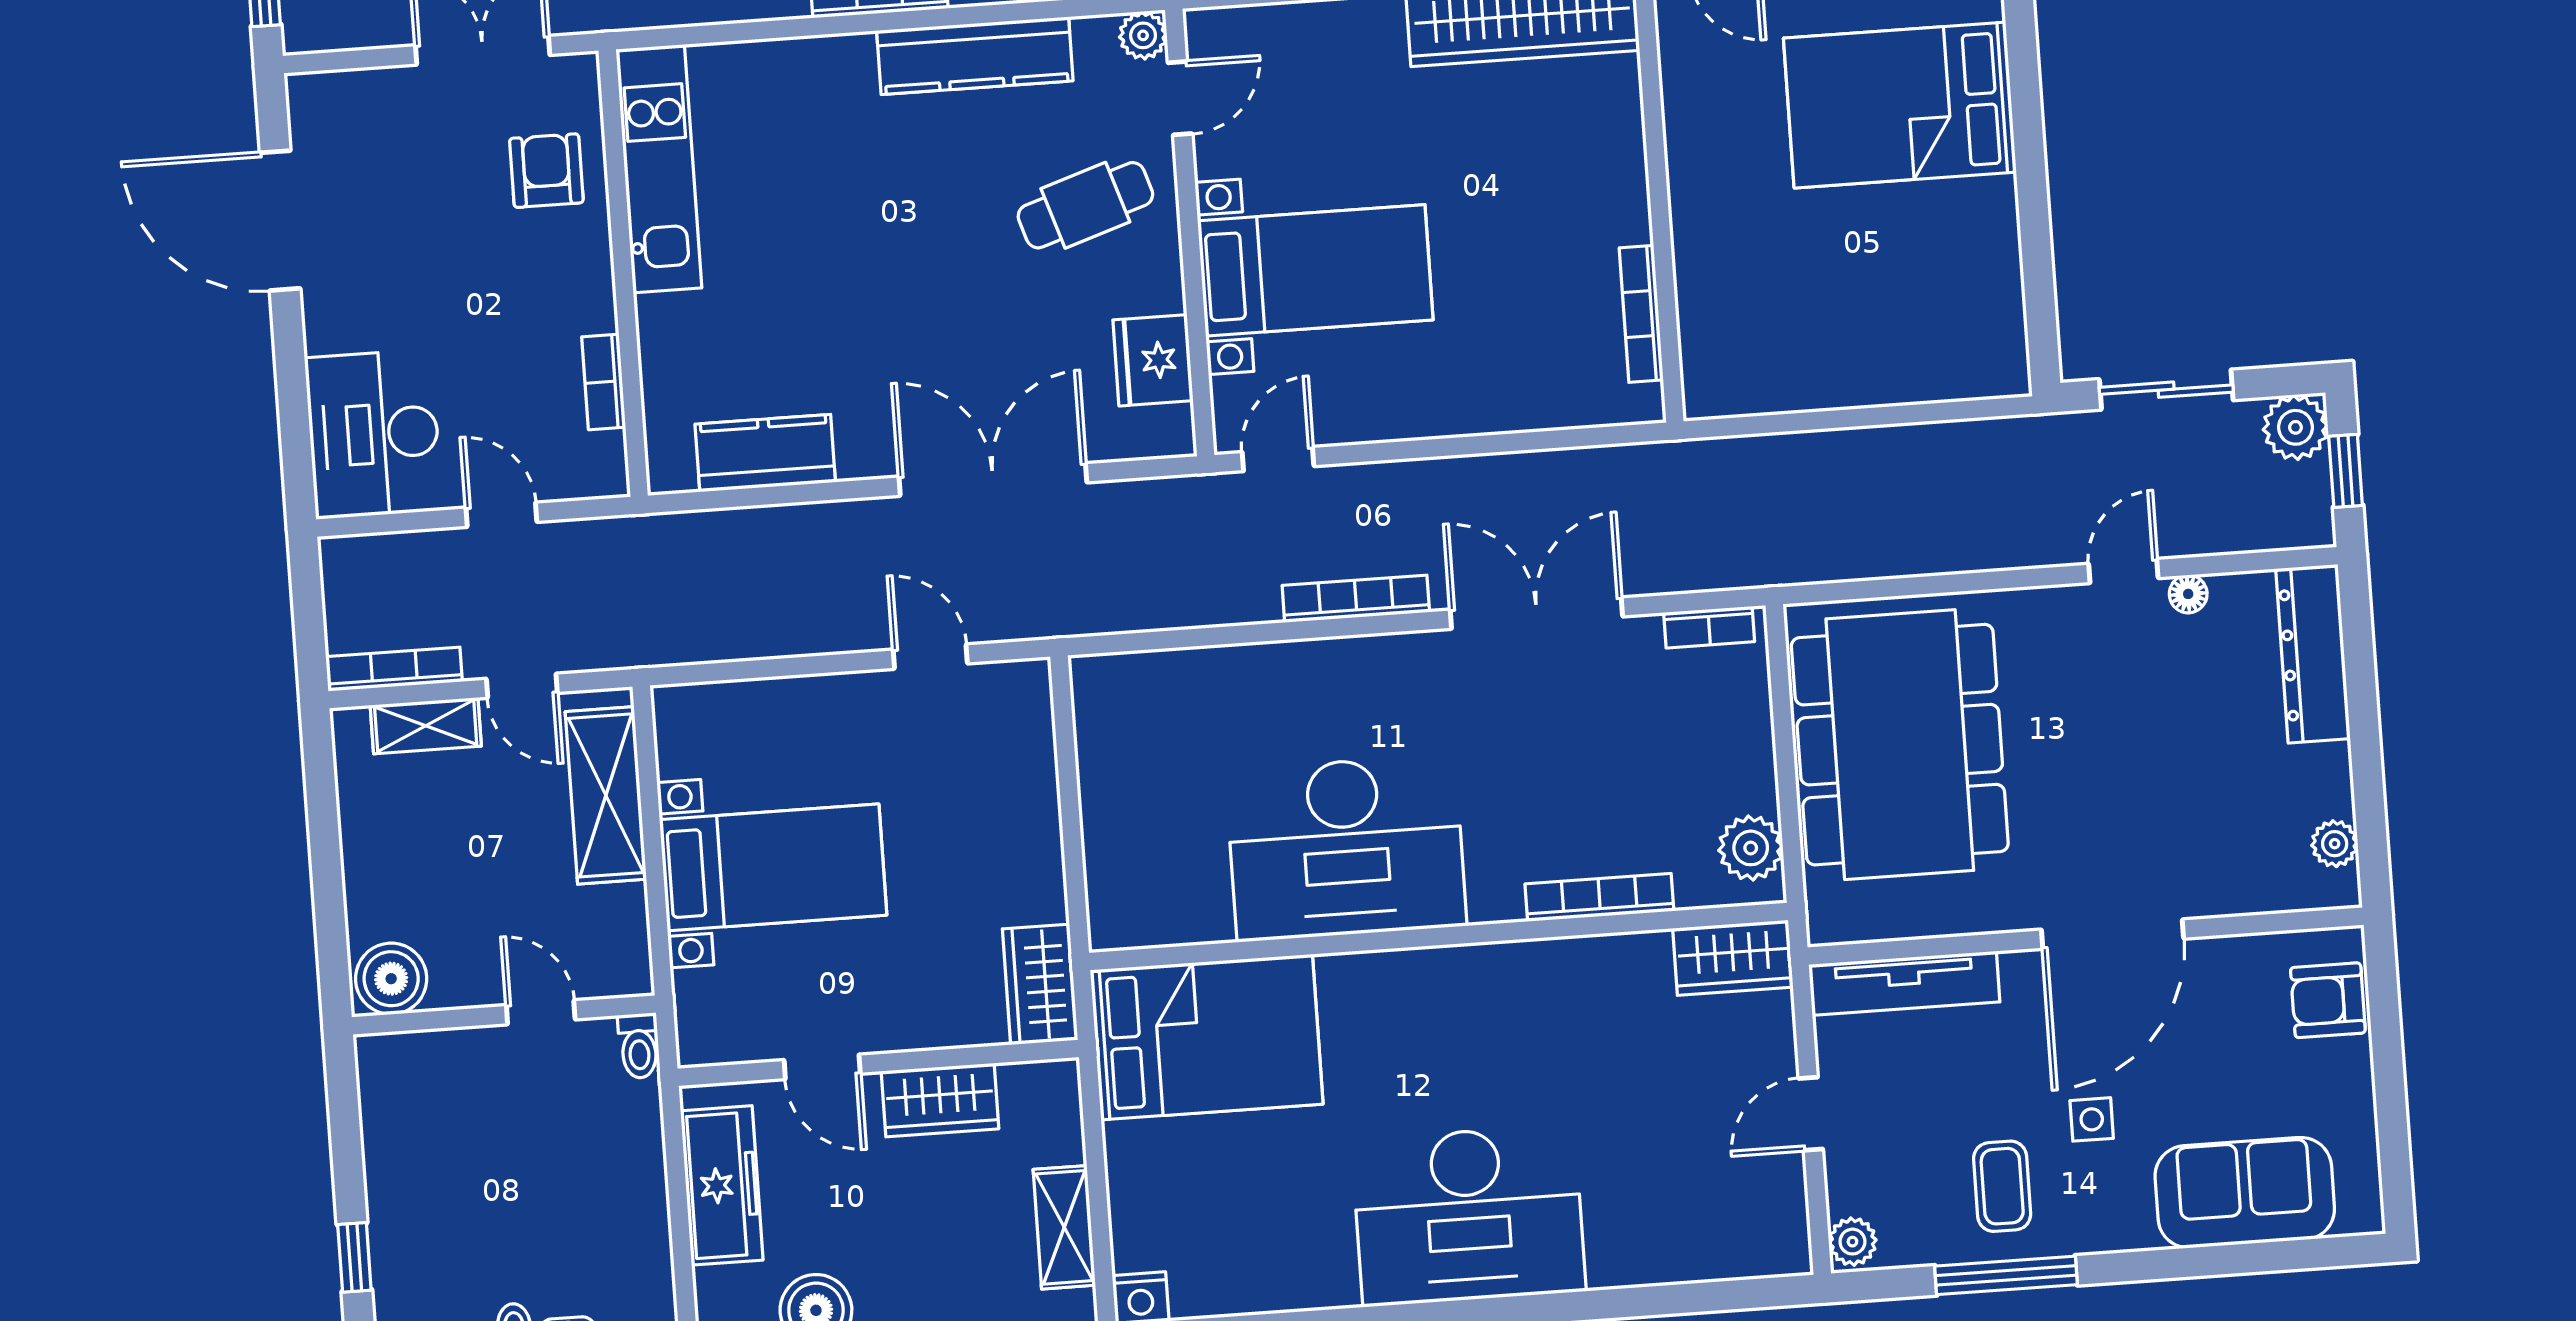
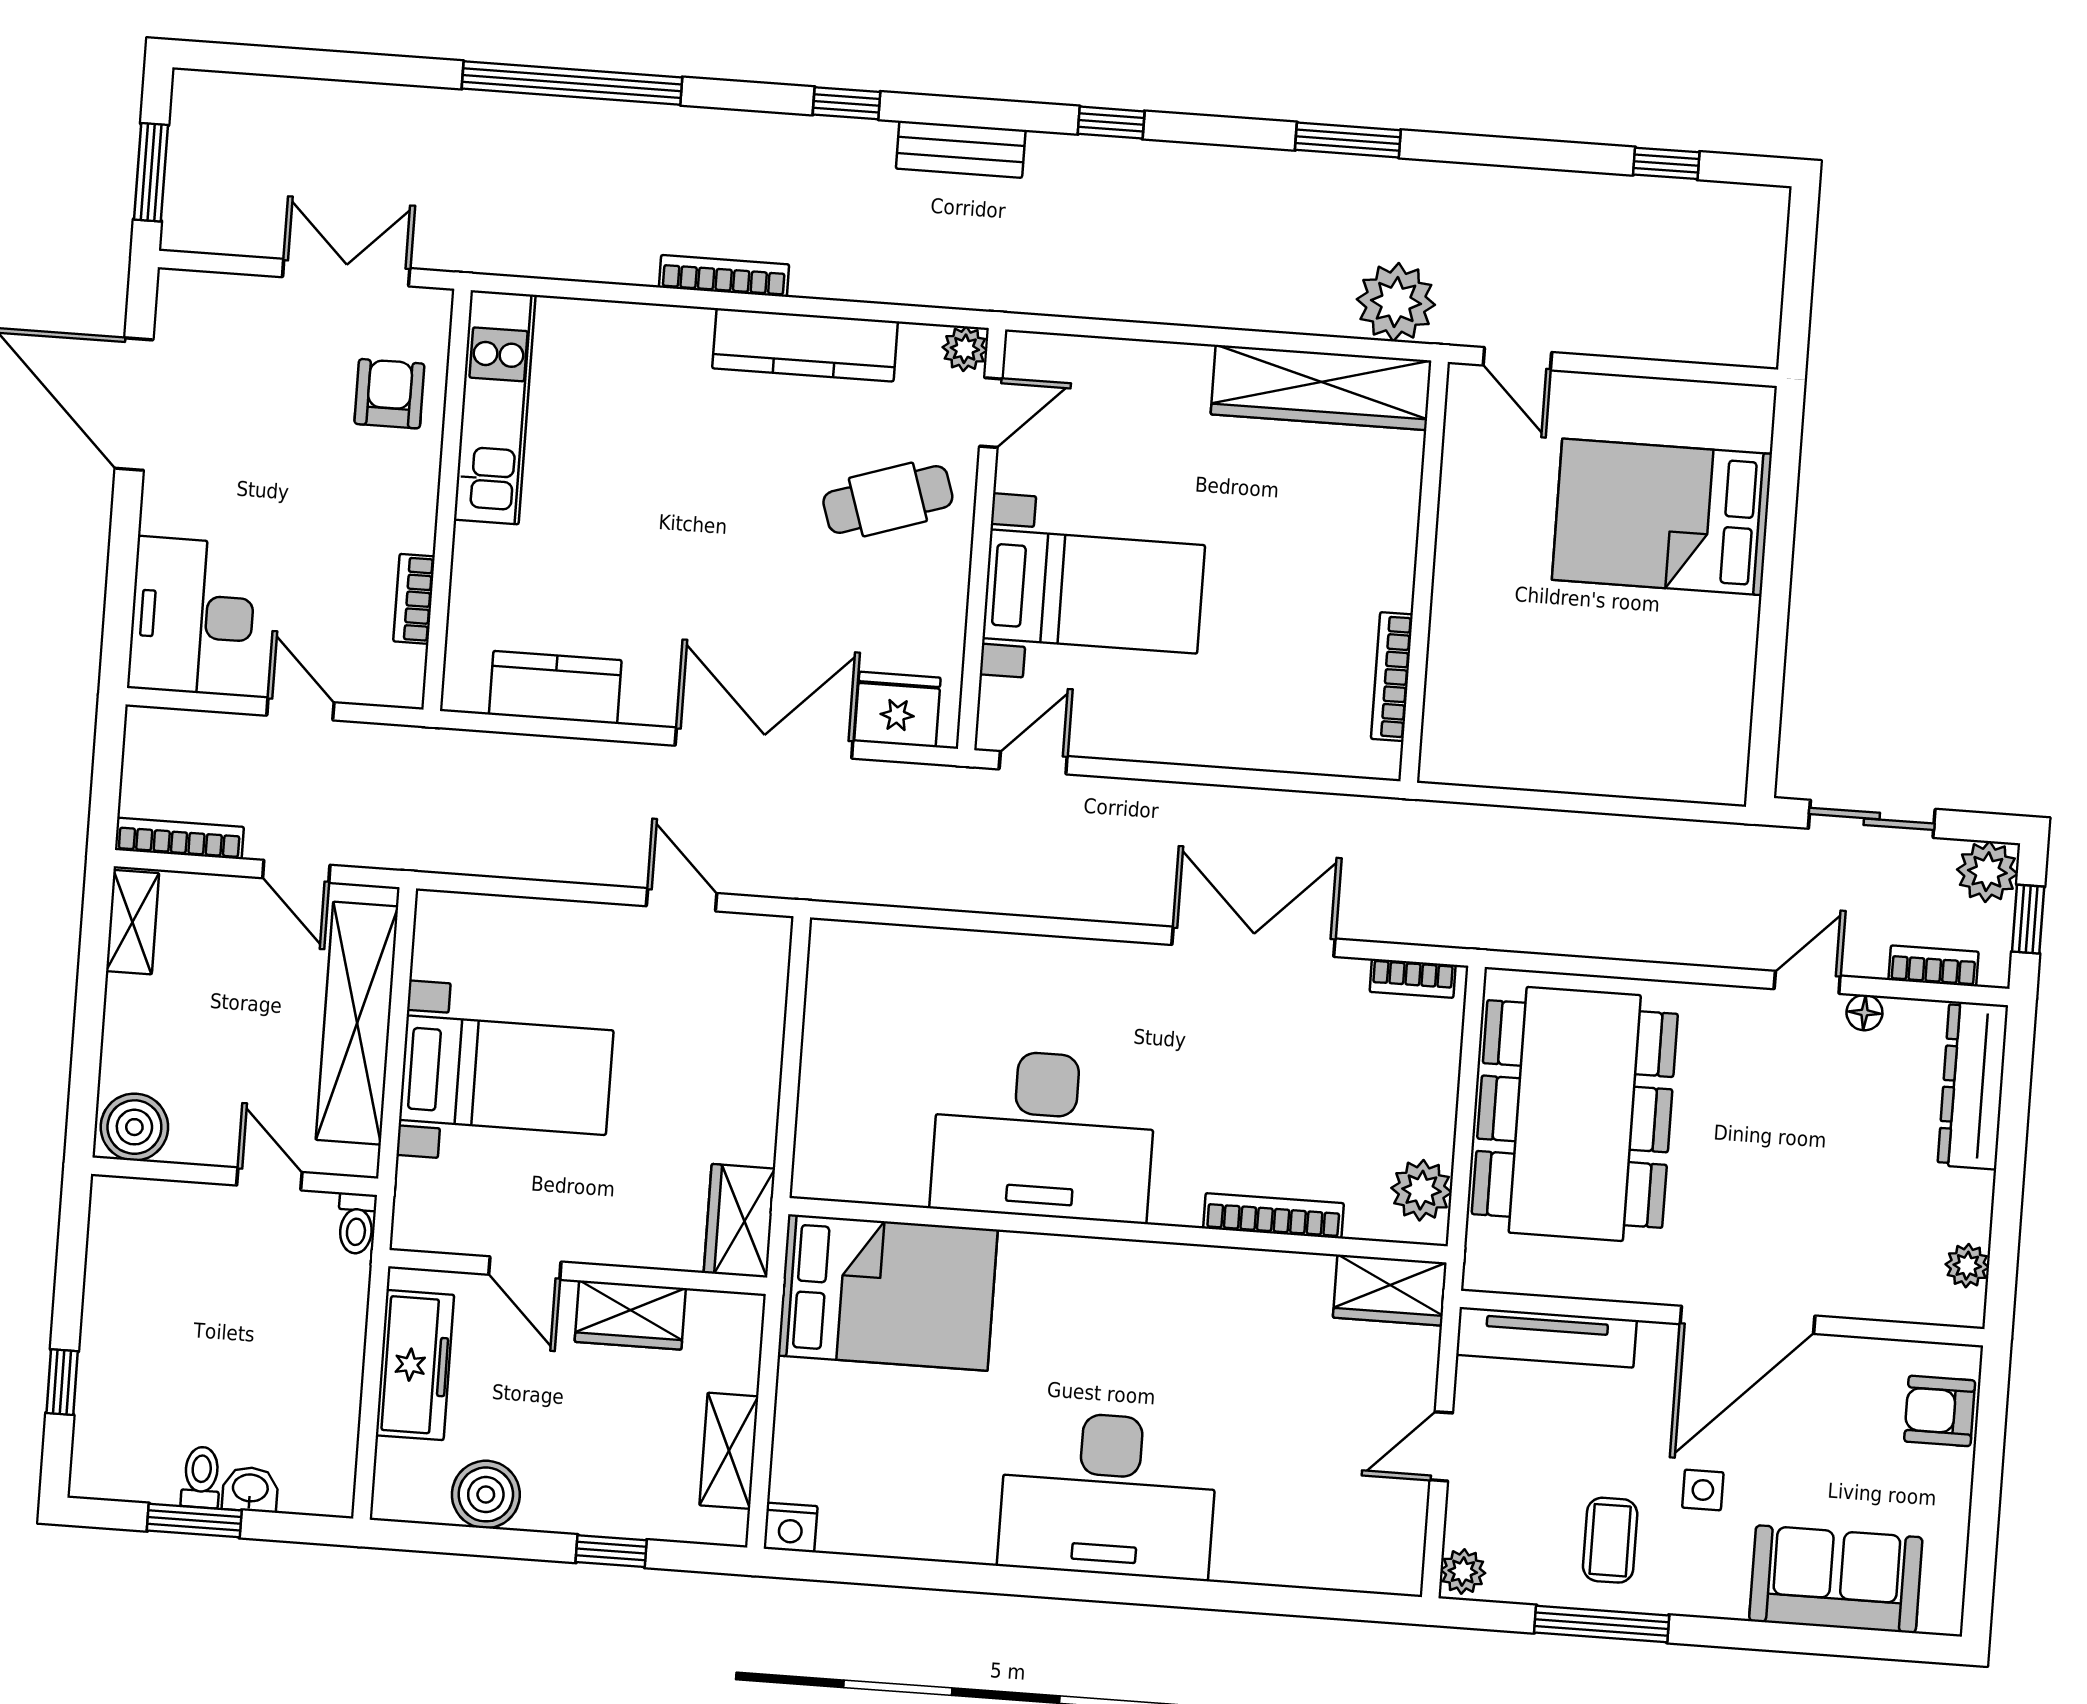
fridge: (1153, 360) -> (897, 709), moved, turned 90
bookcase: (1356, 599) -> (1934, 966), moved, width x0.64
shelving: (426, 726) -> (132, 922), moved, turned 90
shelving: (606, 795) -> (357, 1023), width x1.47

